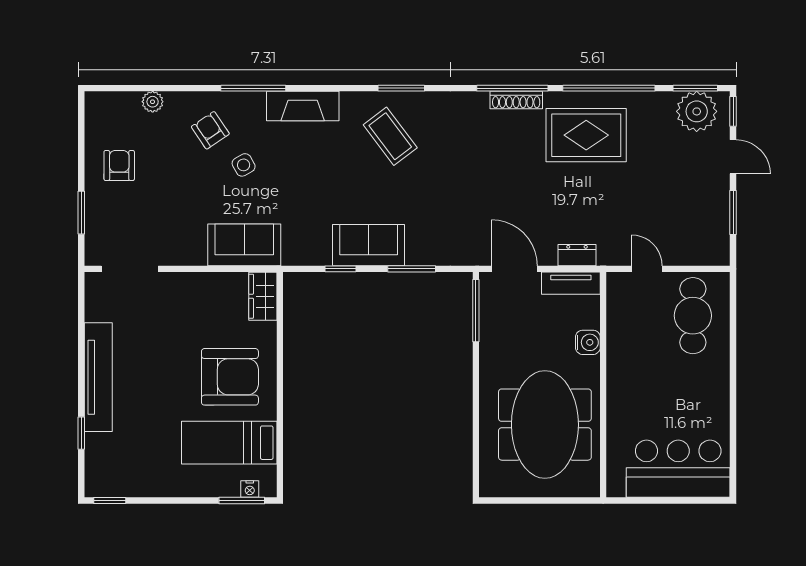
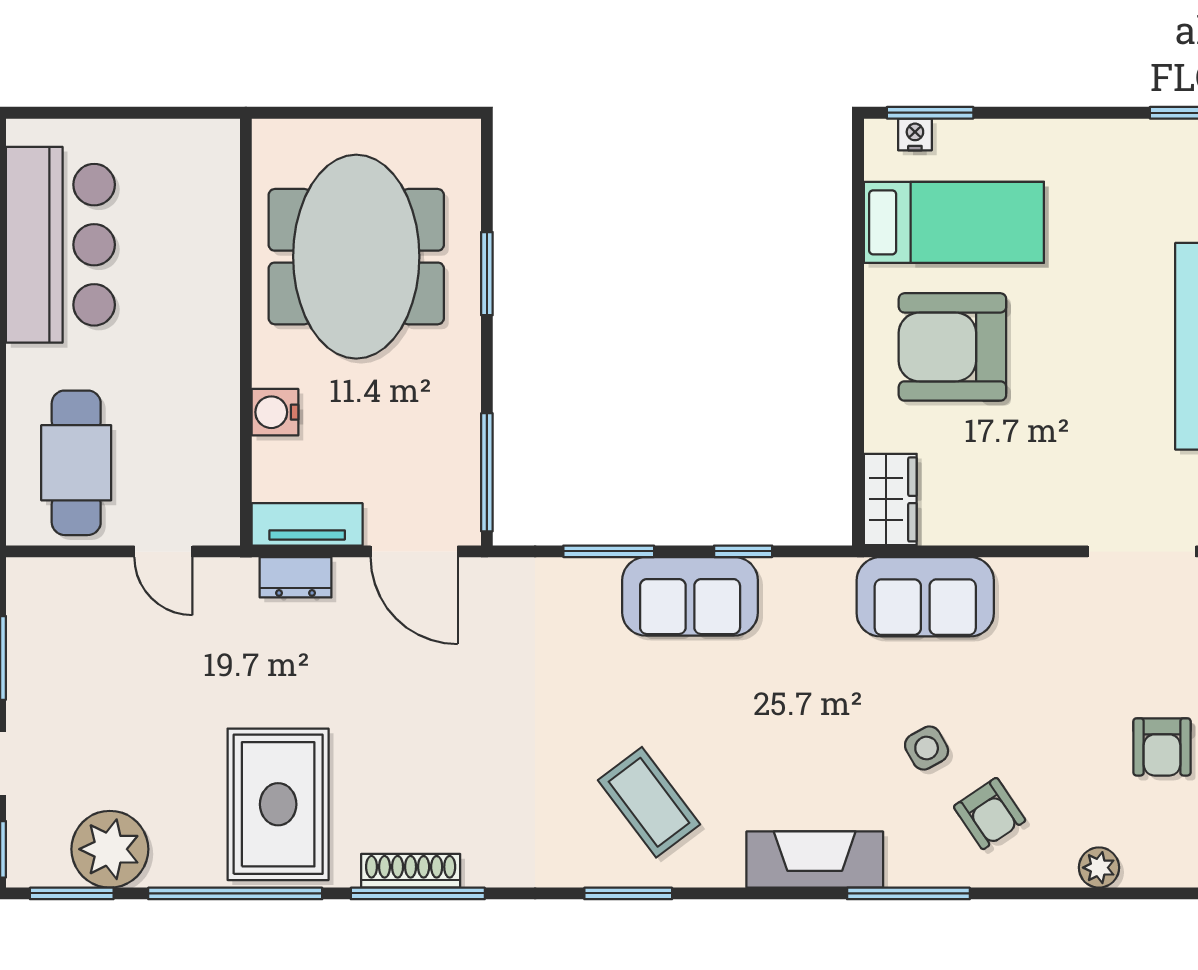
plant: (697, 111) -> (110, 849), moved
rug: (586, 135) -> (278, 804), turned 90
window: (476, 416) -> (487, 274), added
bar counter: (678, 469) -> (60, 245), moved, turned -90

